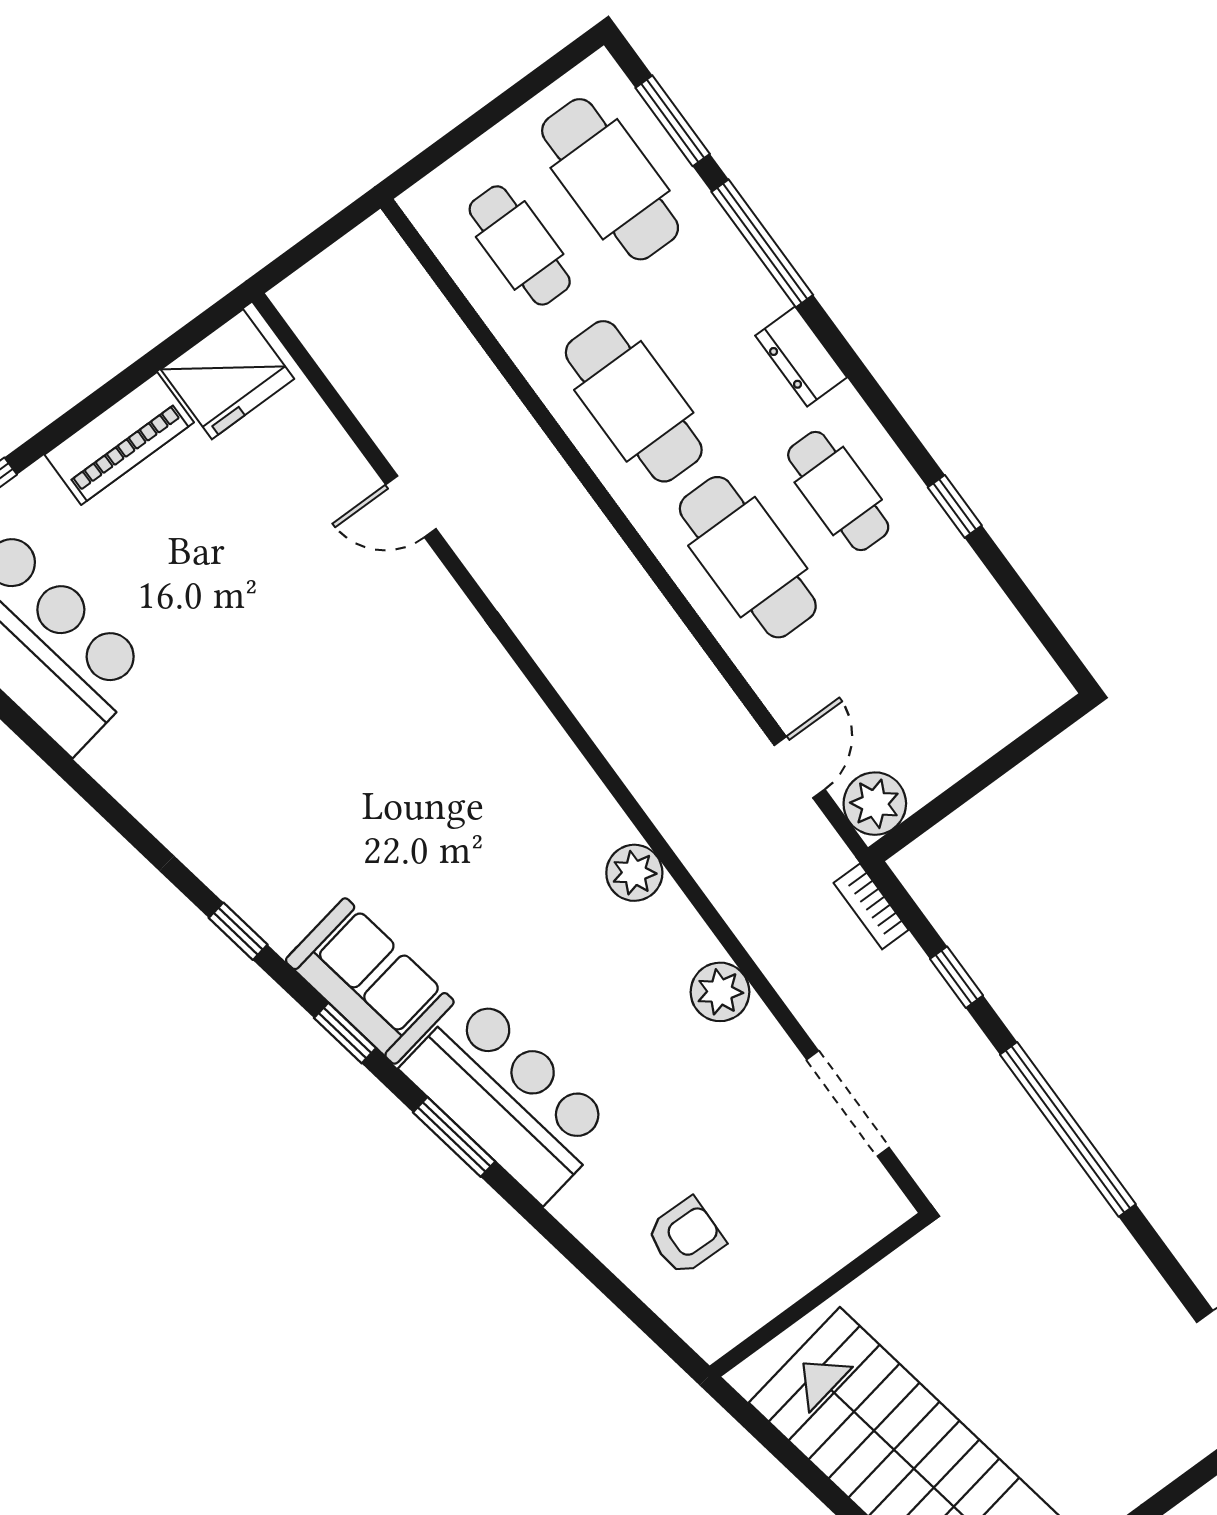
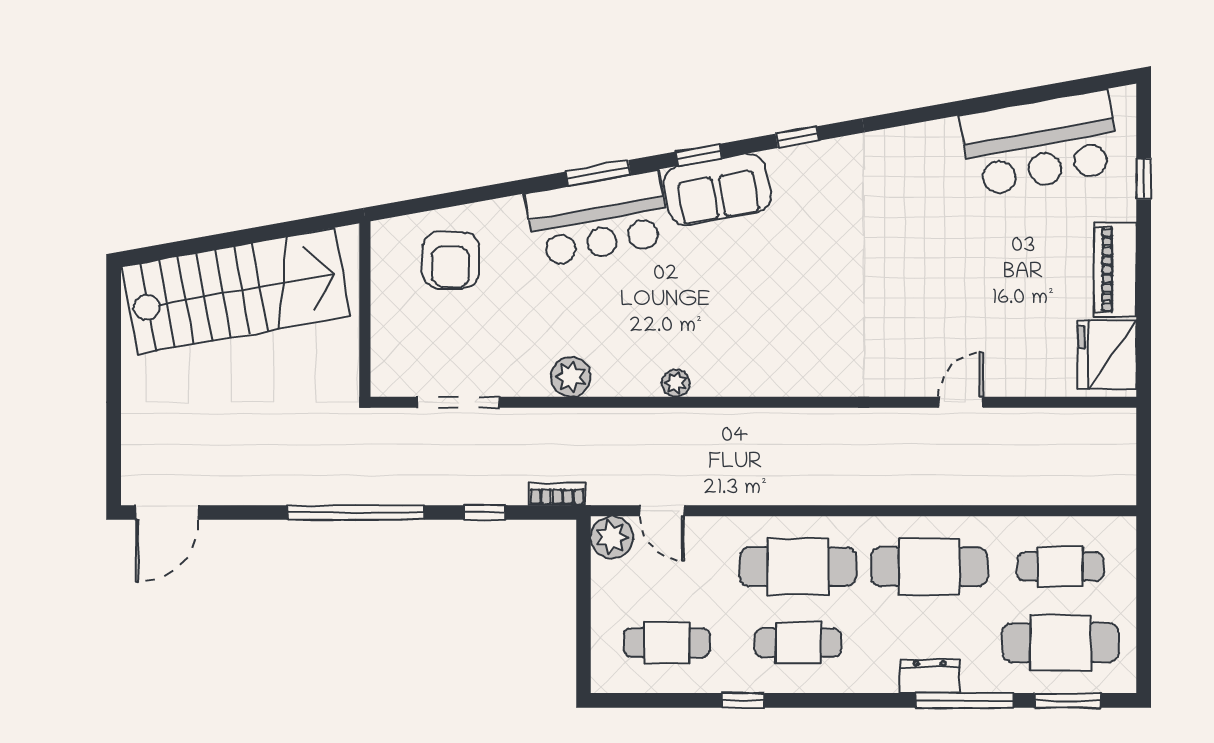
dresser: (801, 356) -> (930, 676), moved
cafe table: (952, 647) -> (667, 643), added
plant: (634, 873) -> (676, 383), width x0.73, depth x0.73
armchair: (686, 1236) -> (451, 260), width x1.38, depth x1.38

